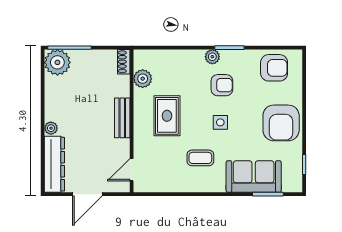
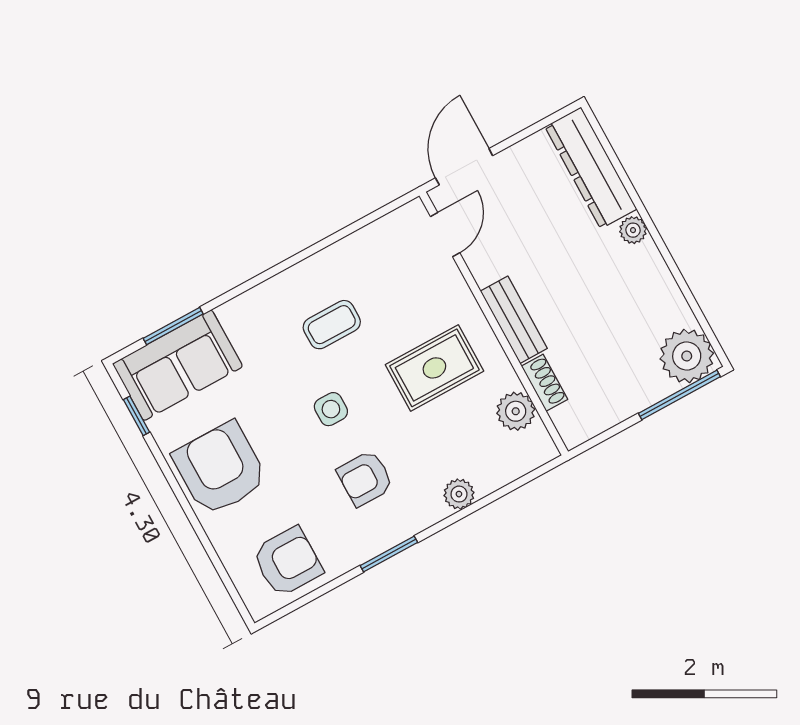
plant: (212, 57) -> (459, 494), moved
shoe rack: (124, 62) -> (545, 383), moved
armchair: (274, 68) -> (287, 562), turned 180
rug: (167, 116) -> (434, 368), turned 90
sofa: (254, 176) -> (178, 365), moved
door: (87, 194) -> (464, 167), moved

